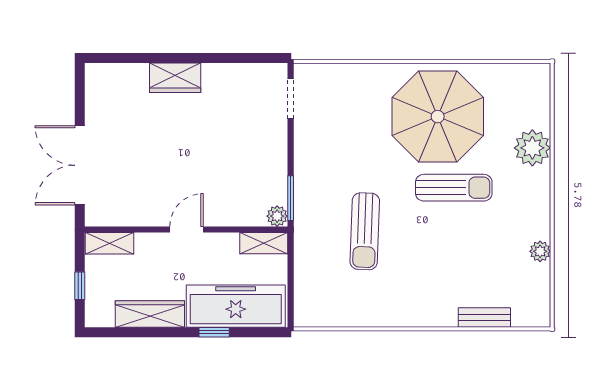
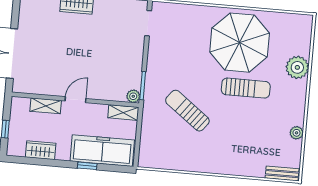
sun lounger: (365, 231) -> (187, 111), turned 125
shelving: (110, 243) -> (46, 106), moved
wardrobe: (150, 314) -> (41, 150), width x0.67
bench: (484, 317) -> (282, 173), moved

